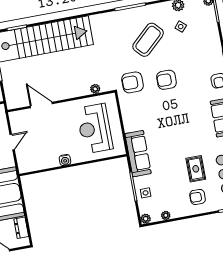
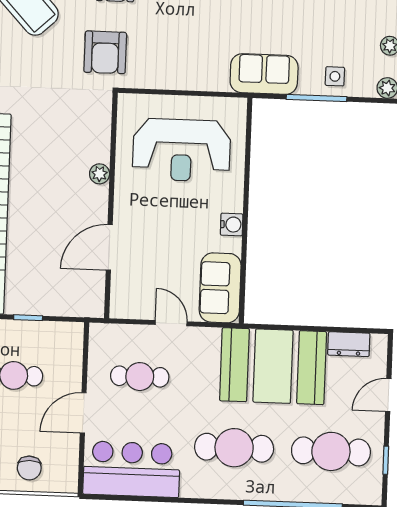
plant: (95, 89) -> (100, 174), moved
sofa: (138, 154) -> (264, 74), width x0.73
sofa: (34, 161) -> (220, 288), added

